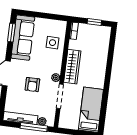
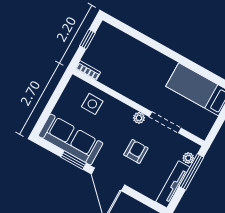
window: (11, 33) -> (74, 160), moved
wardrobe: (72, 67) -> (133, 91), removed
armchair: (32, 85) -> (136, 151), turned -90

